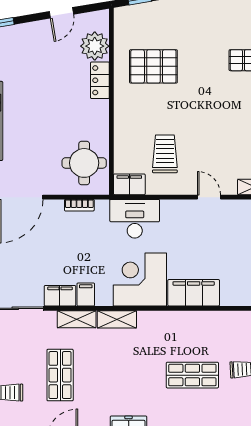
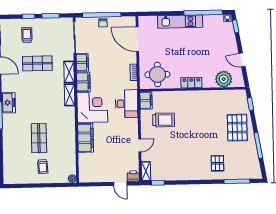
pallet: (153, 66) -> (237, 128), moved
locker: (100, 80) -> (191, 83), moved
filing cabinet: (86, 294) -> (83, 82), width x2.00

